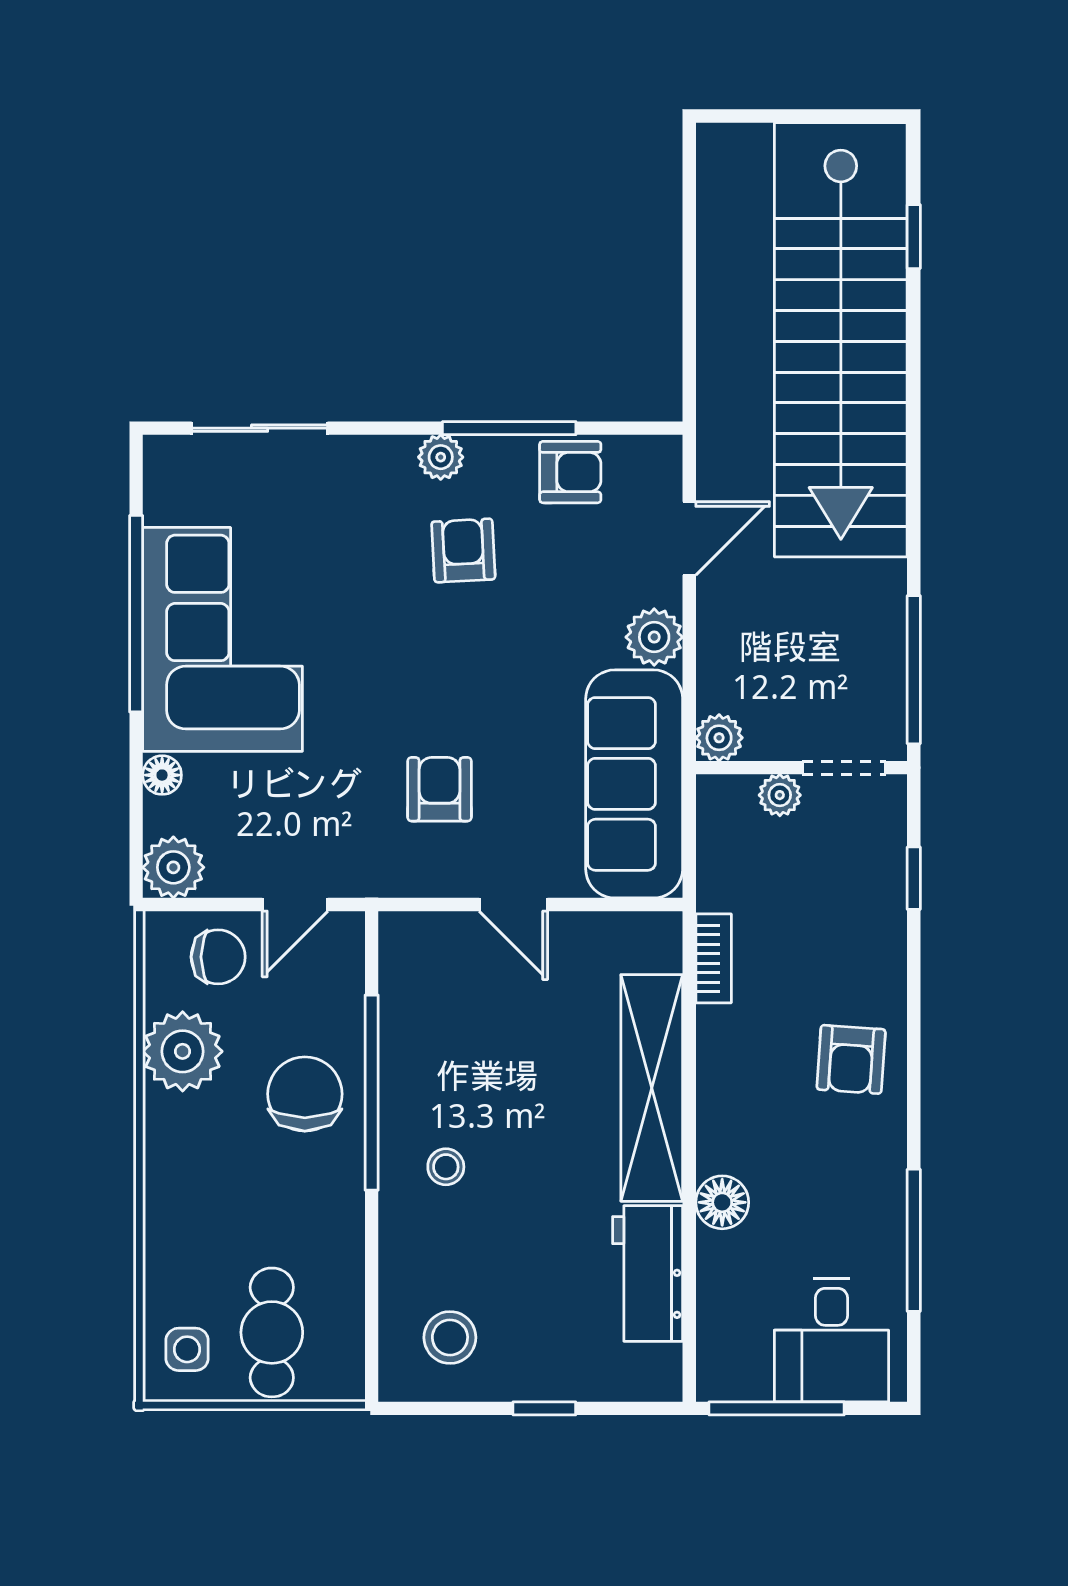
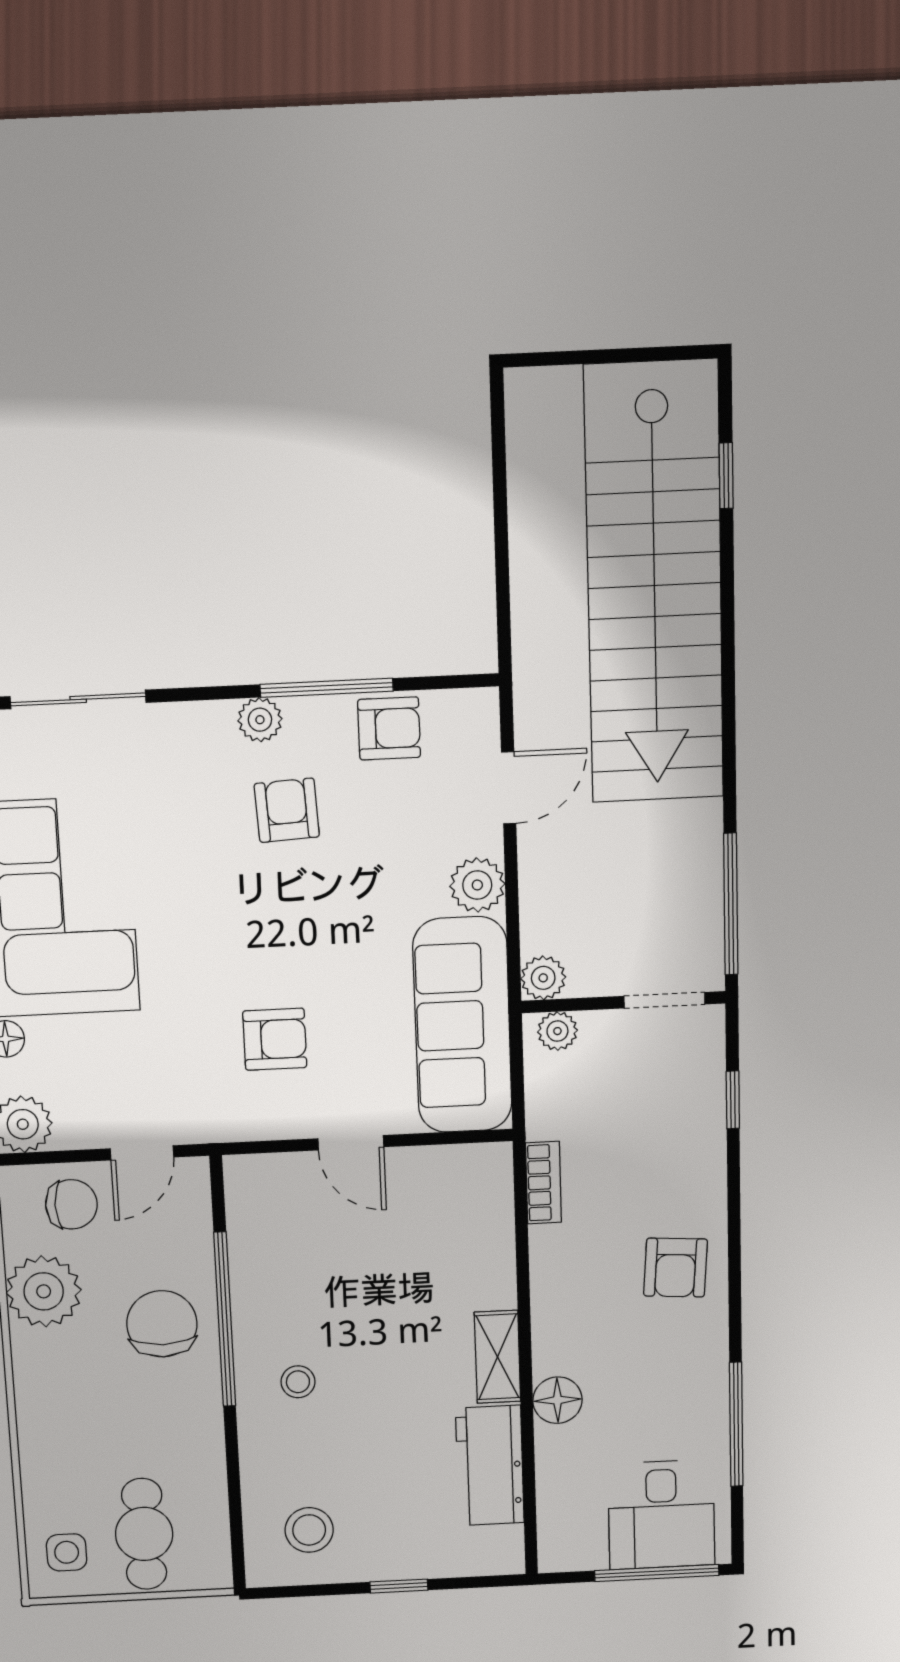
armchair: (439, 789) -> (275, 1039), turned 90
plant: (780, 795) -> (557, 1031), moved
shelving: (652, 1088) -> (497, 1357), width x0.45, depth x0.75
window: (777, 1408) -> (657, 1573), moved

